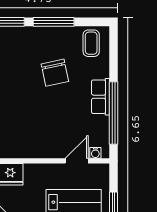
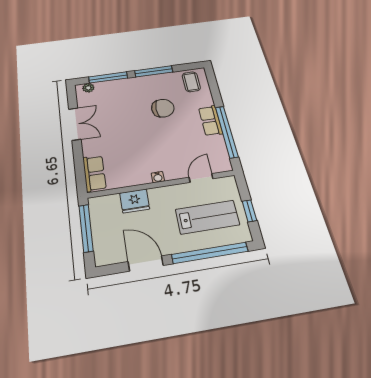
chair: (55, 73) -> (163, 108), turned -78
water cooler: (95, 153) -> (158, 177), moved

